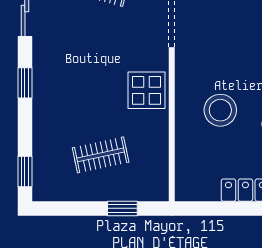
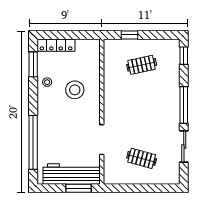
window: (25, 83) -> (184, 105), width x2.17
display table: (147, 90) -> (116, 101), removed

